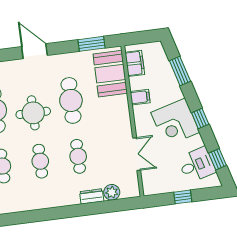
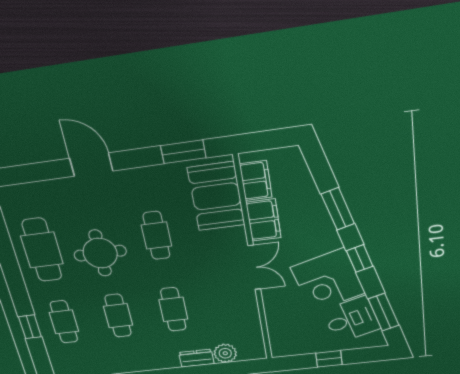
window: (180, 71) -> (338, 209), moved
filing cabinet: (140, 97) -> (263, 220), width x2.00
cafe table: (71, 100) -> (156, 236), width x0.73, depth x0.74
corner desk: (175, 122) -> (328, 280), moved
double door: (137, 154) -> (254, 267), moved
window: (218, 159) -> (384, 312), width x1.50

